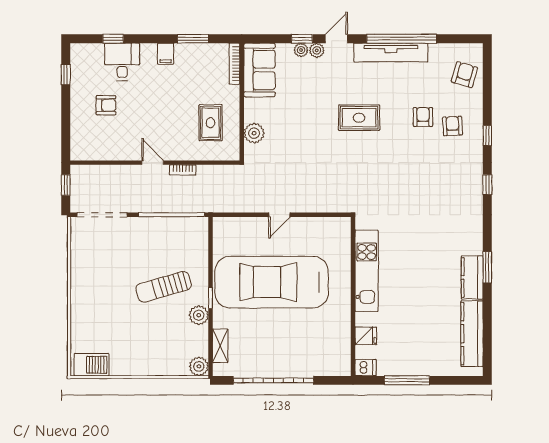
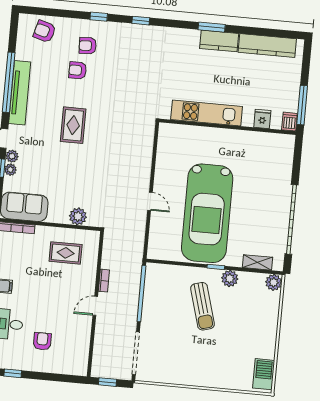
kitchen unit: (367, 271) -> (207, 113), moved
wall: (353, 296) -> (228, 127), moved
fridge: (366, 336) -> (262, 119), moved
dishwasher: (366, 367) -> (289, 122), moved

